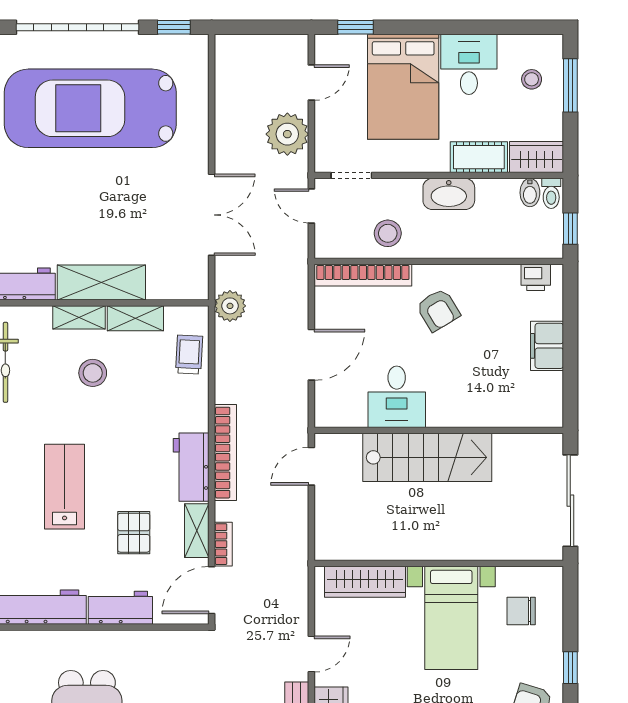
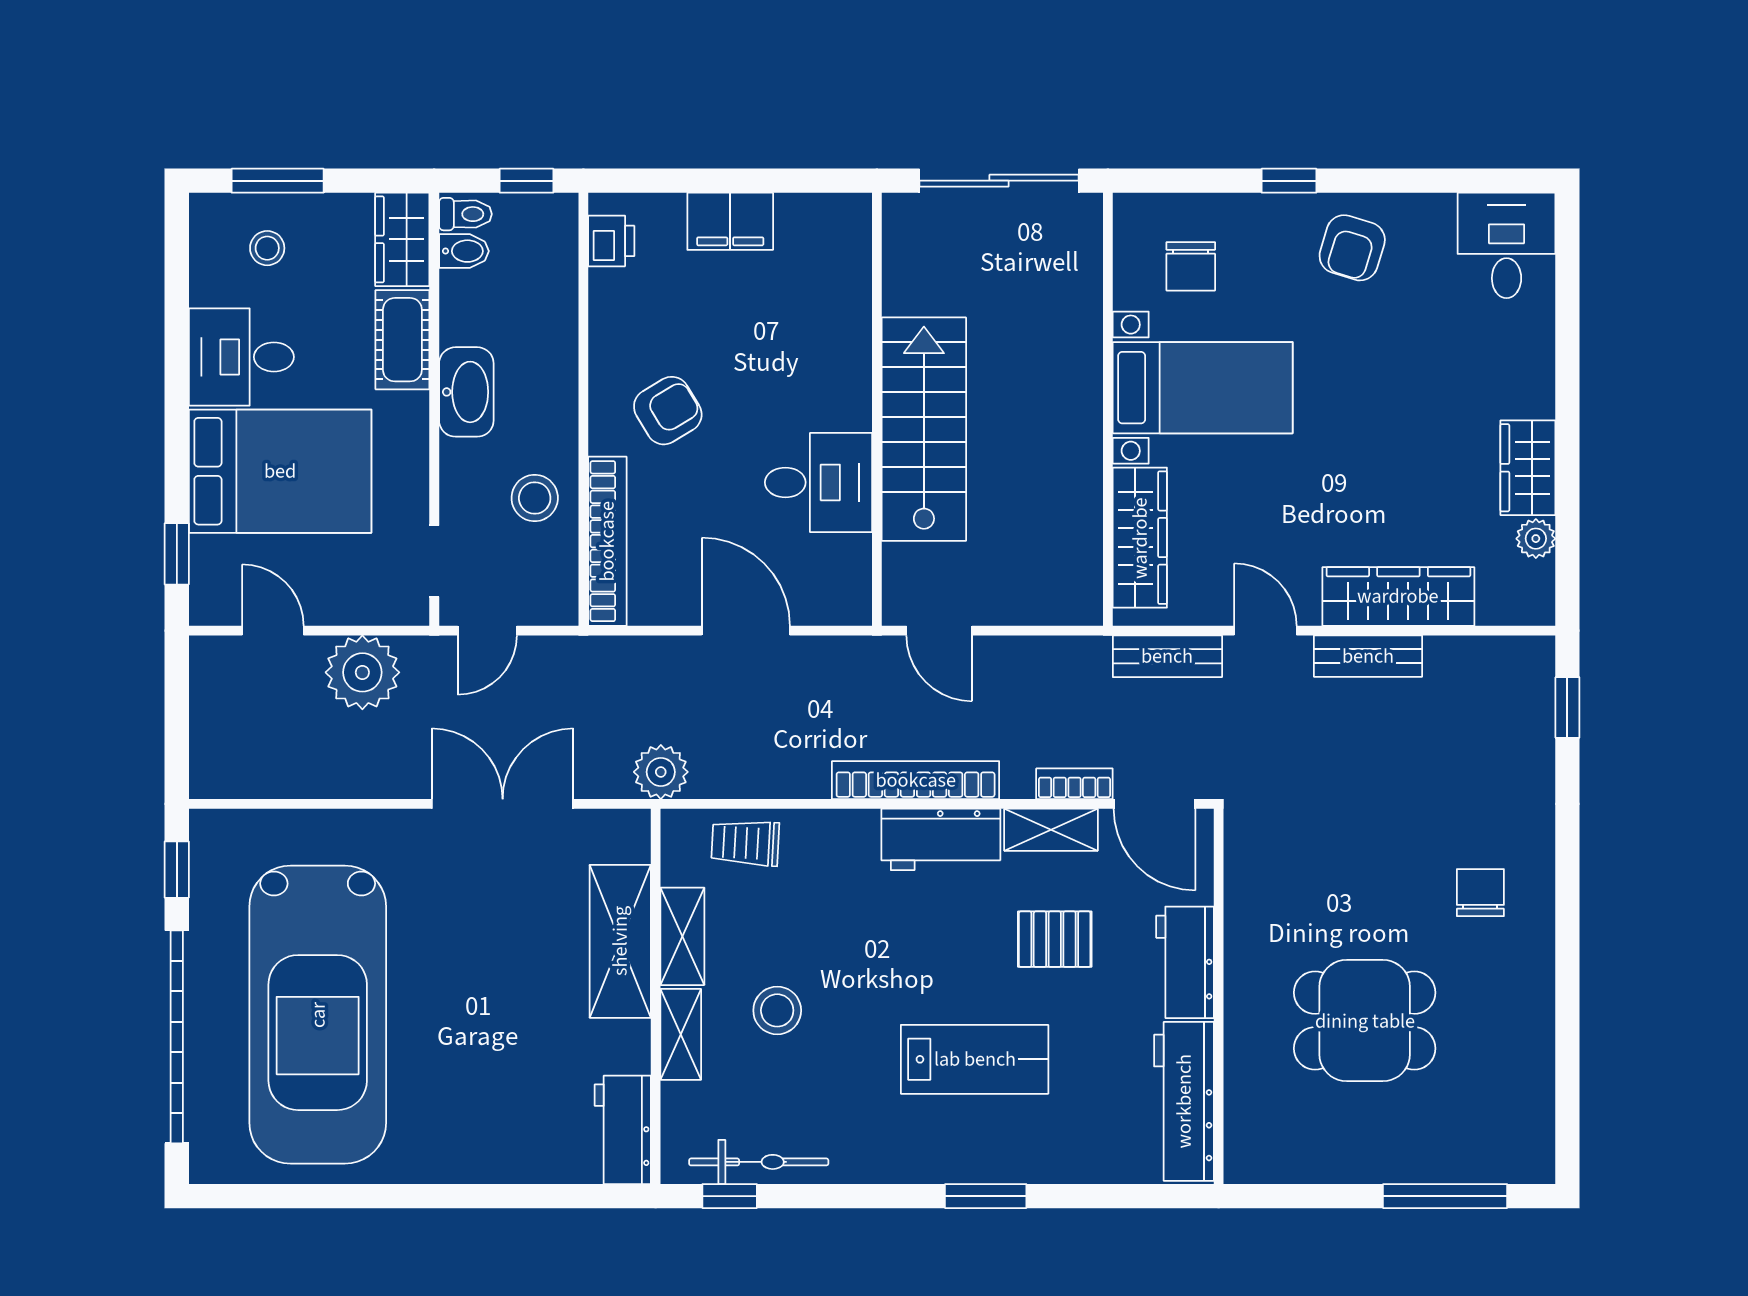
shelving: (101, 283) -> (620, 941), moved
lab bench: (65, 487) -> (975, 1059), turned 180
bench: (297, 598) -> (1167, 656), added

